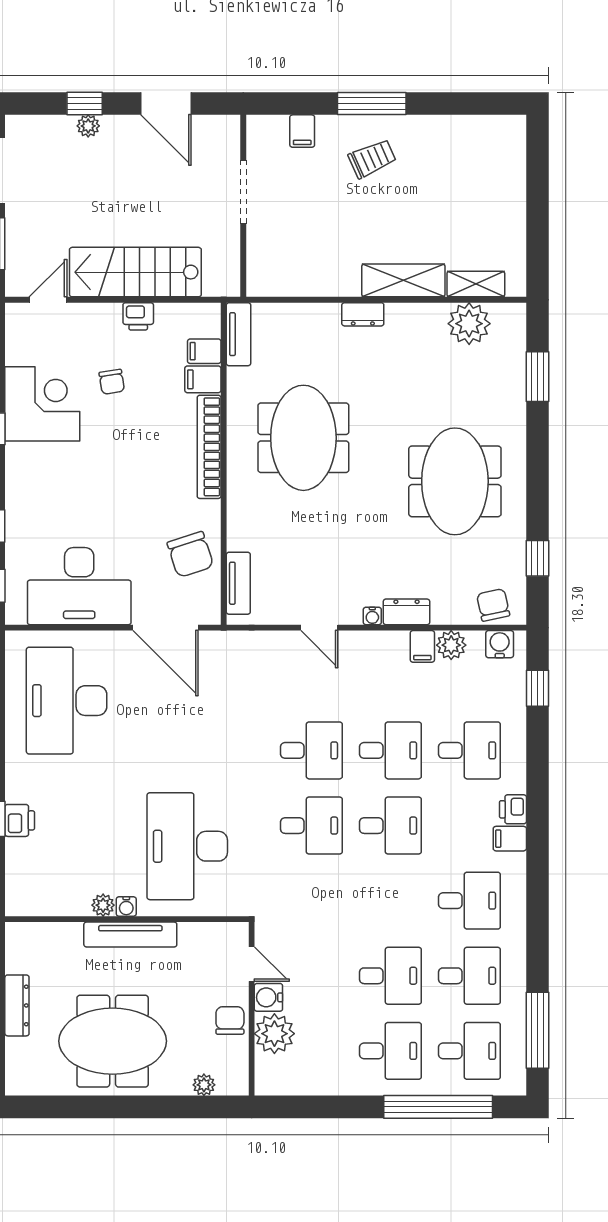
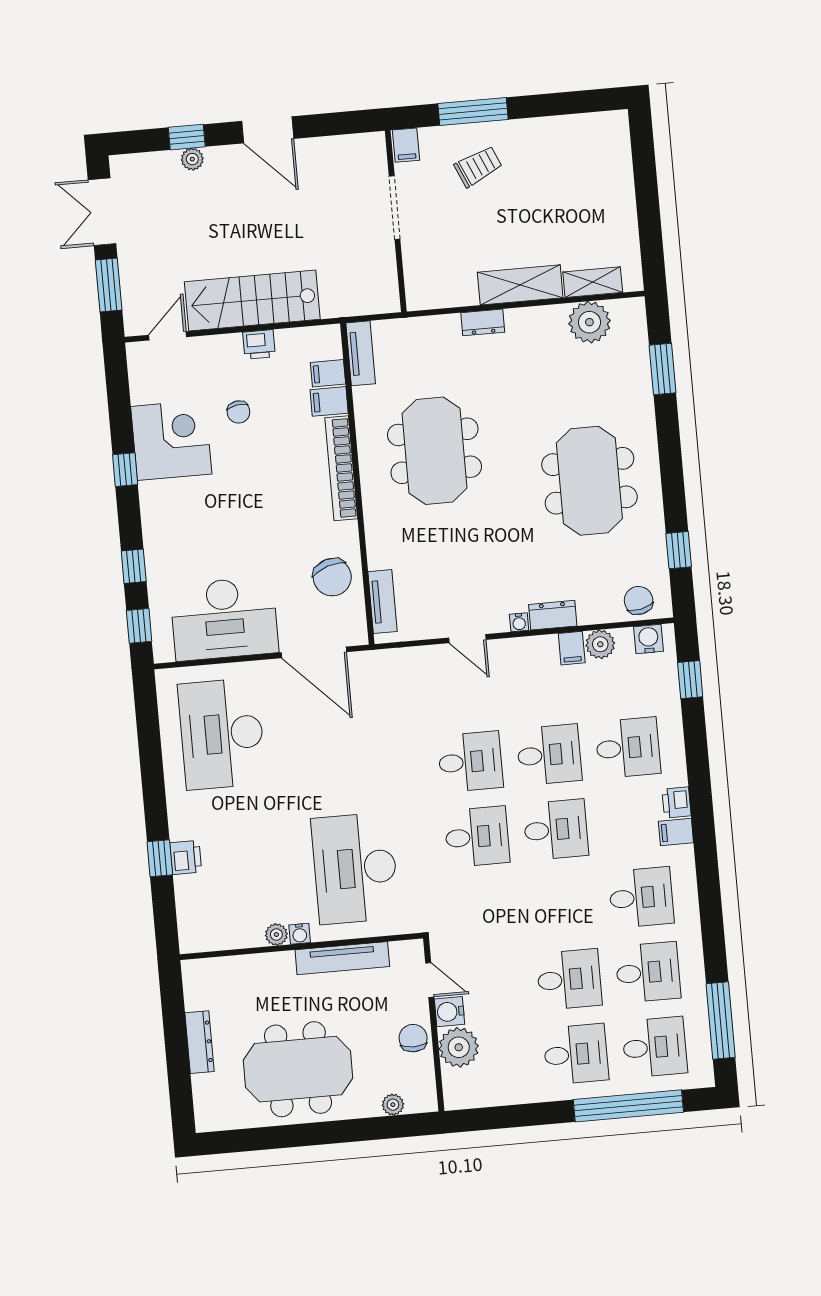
doorway: (243, 192) -> (395, 208), moved
wall: (243, 206) -> (396, 221), moved
tv unit: (130, 935) -> (342, 958), moved

